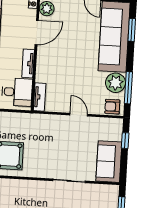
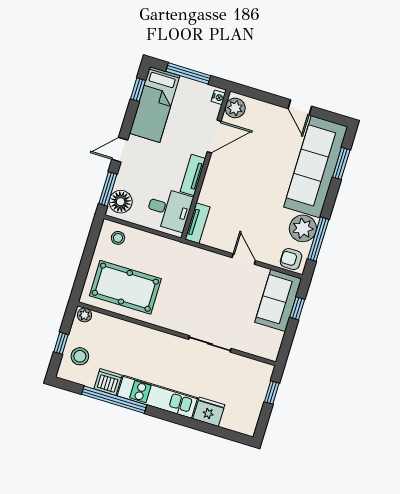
sofa: (109, 162) -> (278, 300), moved

